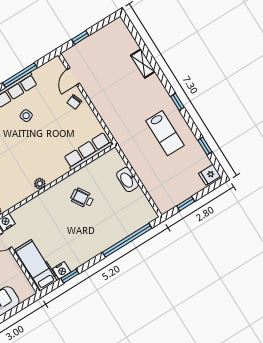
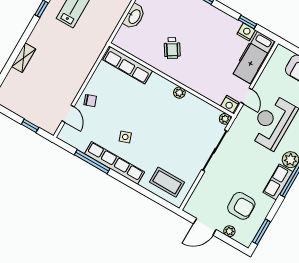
door: (73, 76) -> (68, 114), hinge flipped

